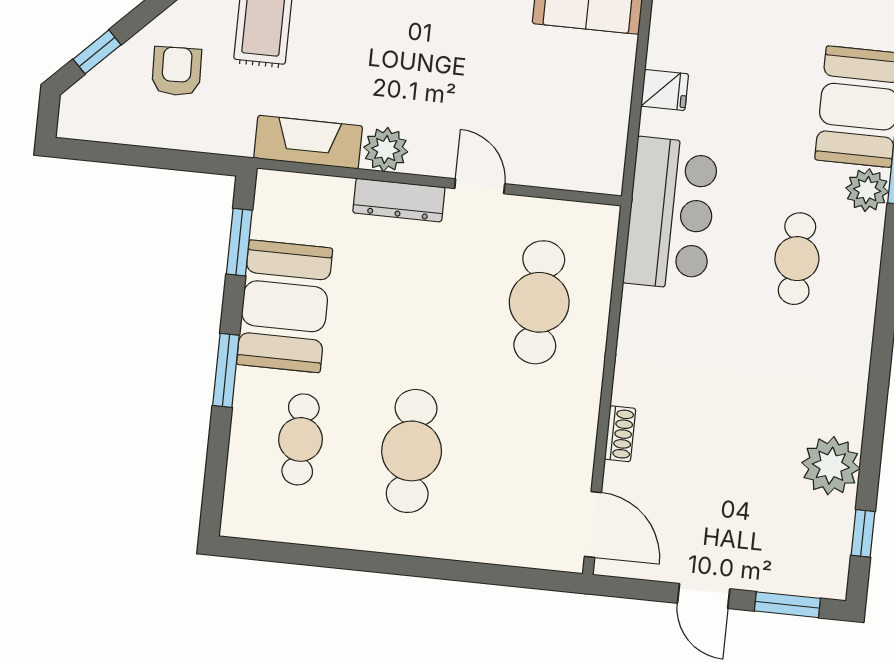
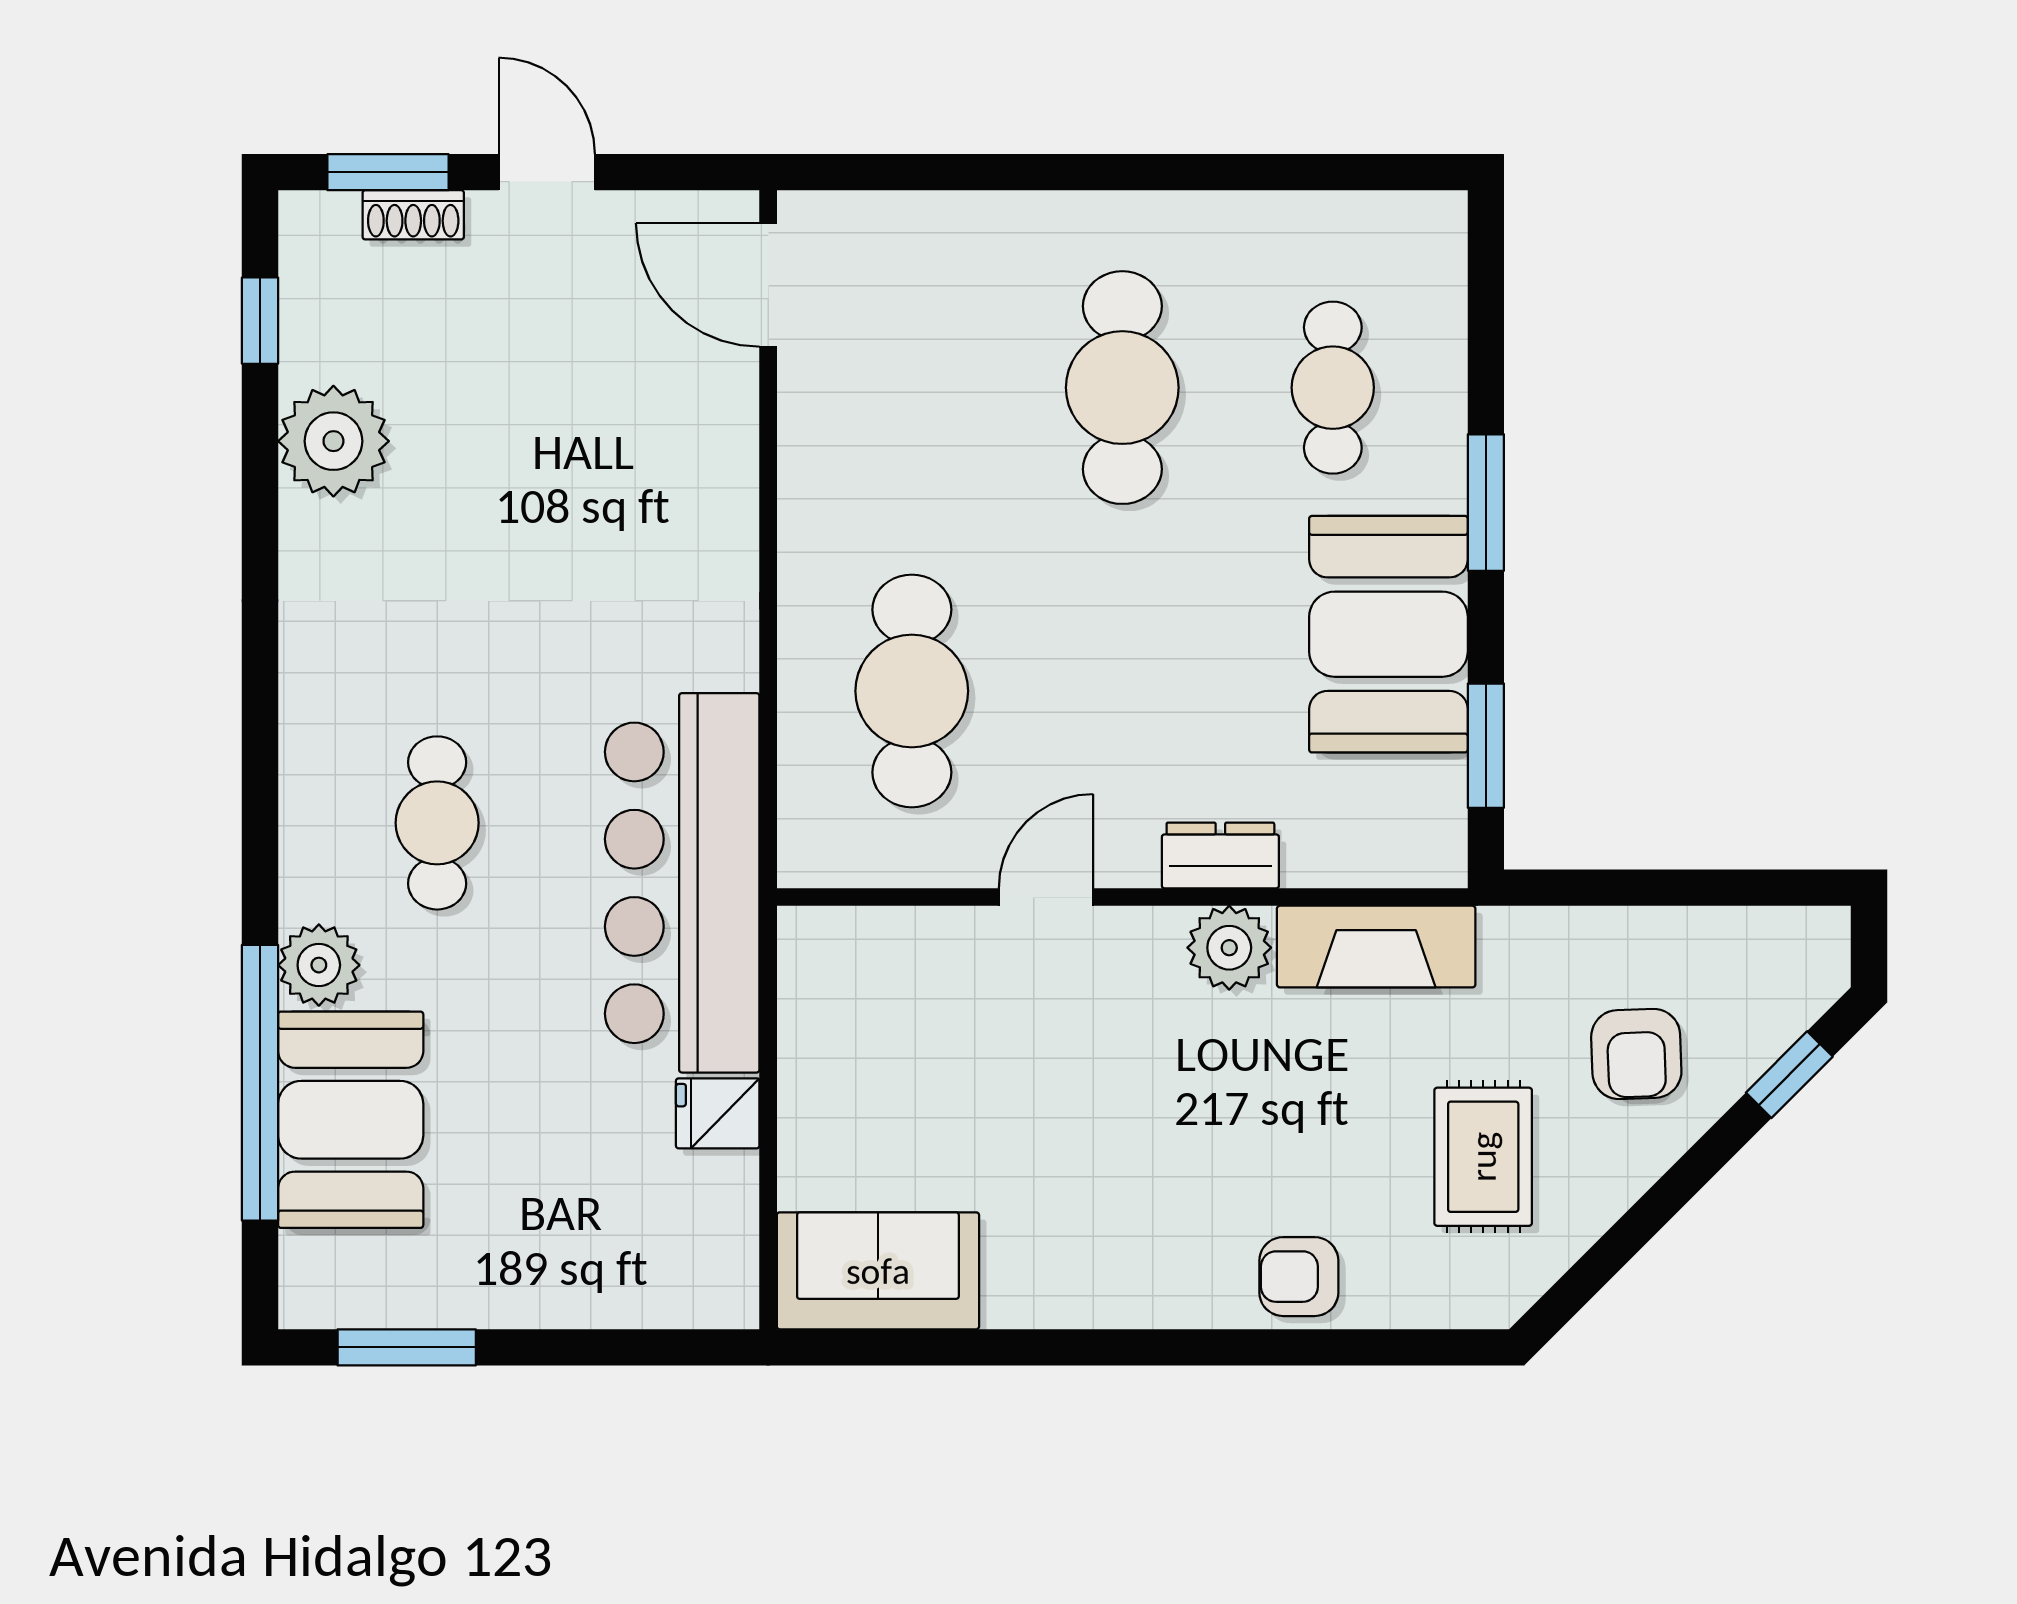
door: (480, 186) -> (1046, 897), swing flipped
dresser: (399, 200) -> (1220, 855), width x0.70
bar counter: (671, 214) -> (682, 883), width x1.36
shoe rack: (620, 434) -> (413, 215), moved, turned -90

